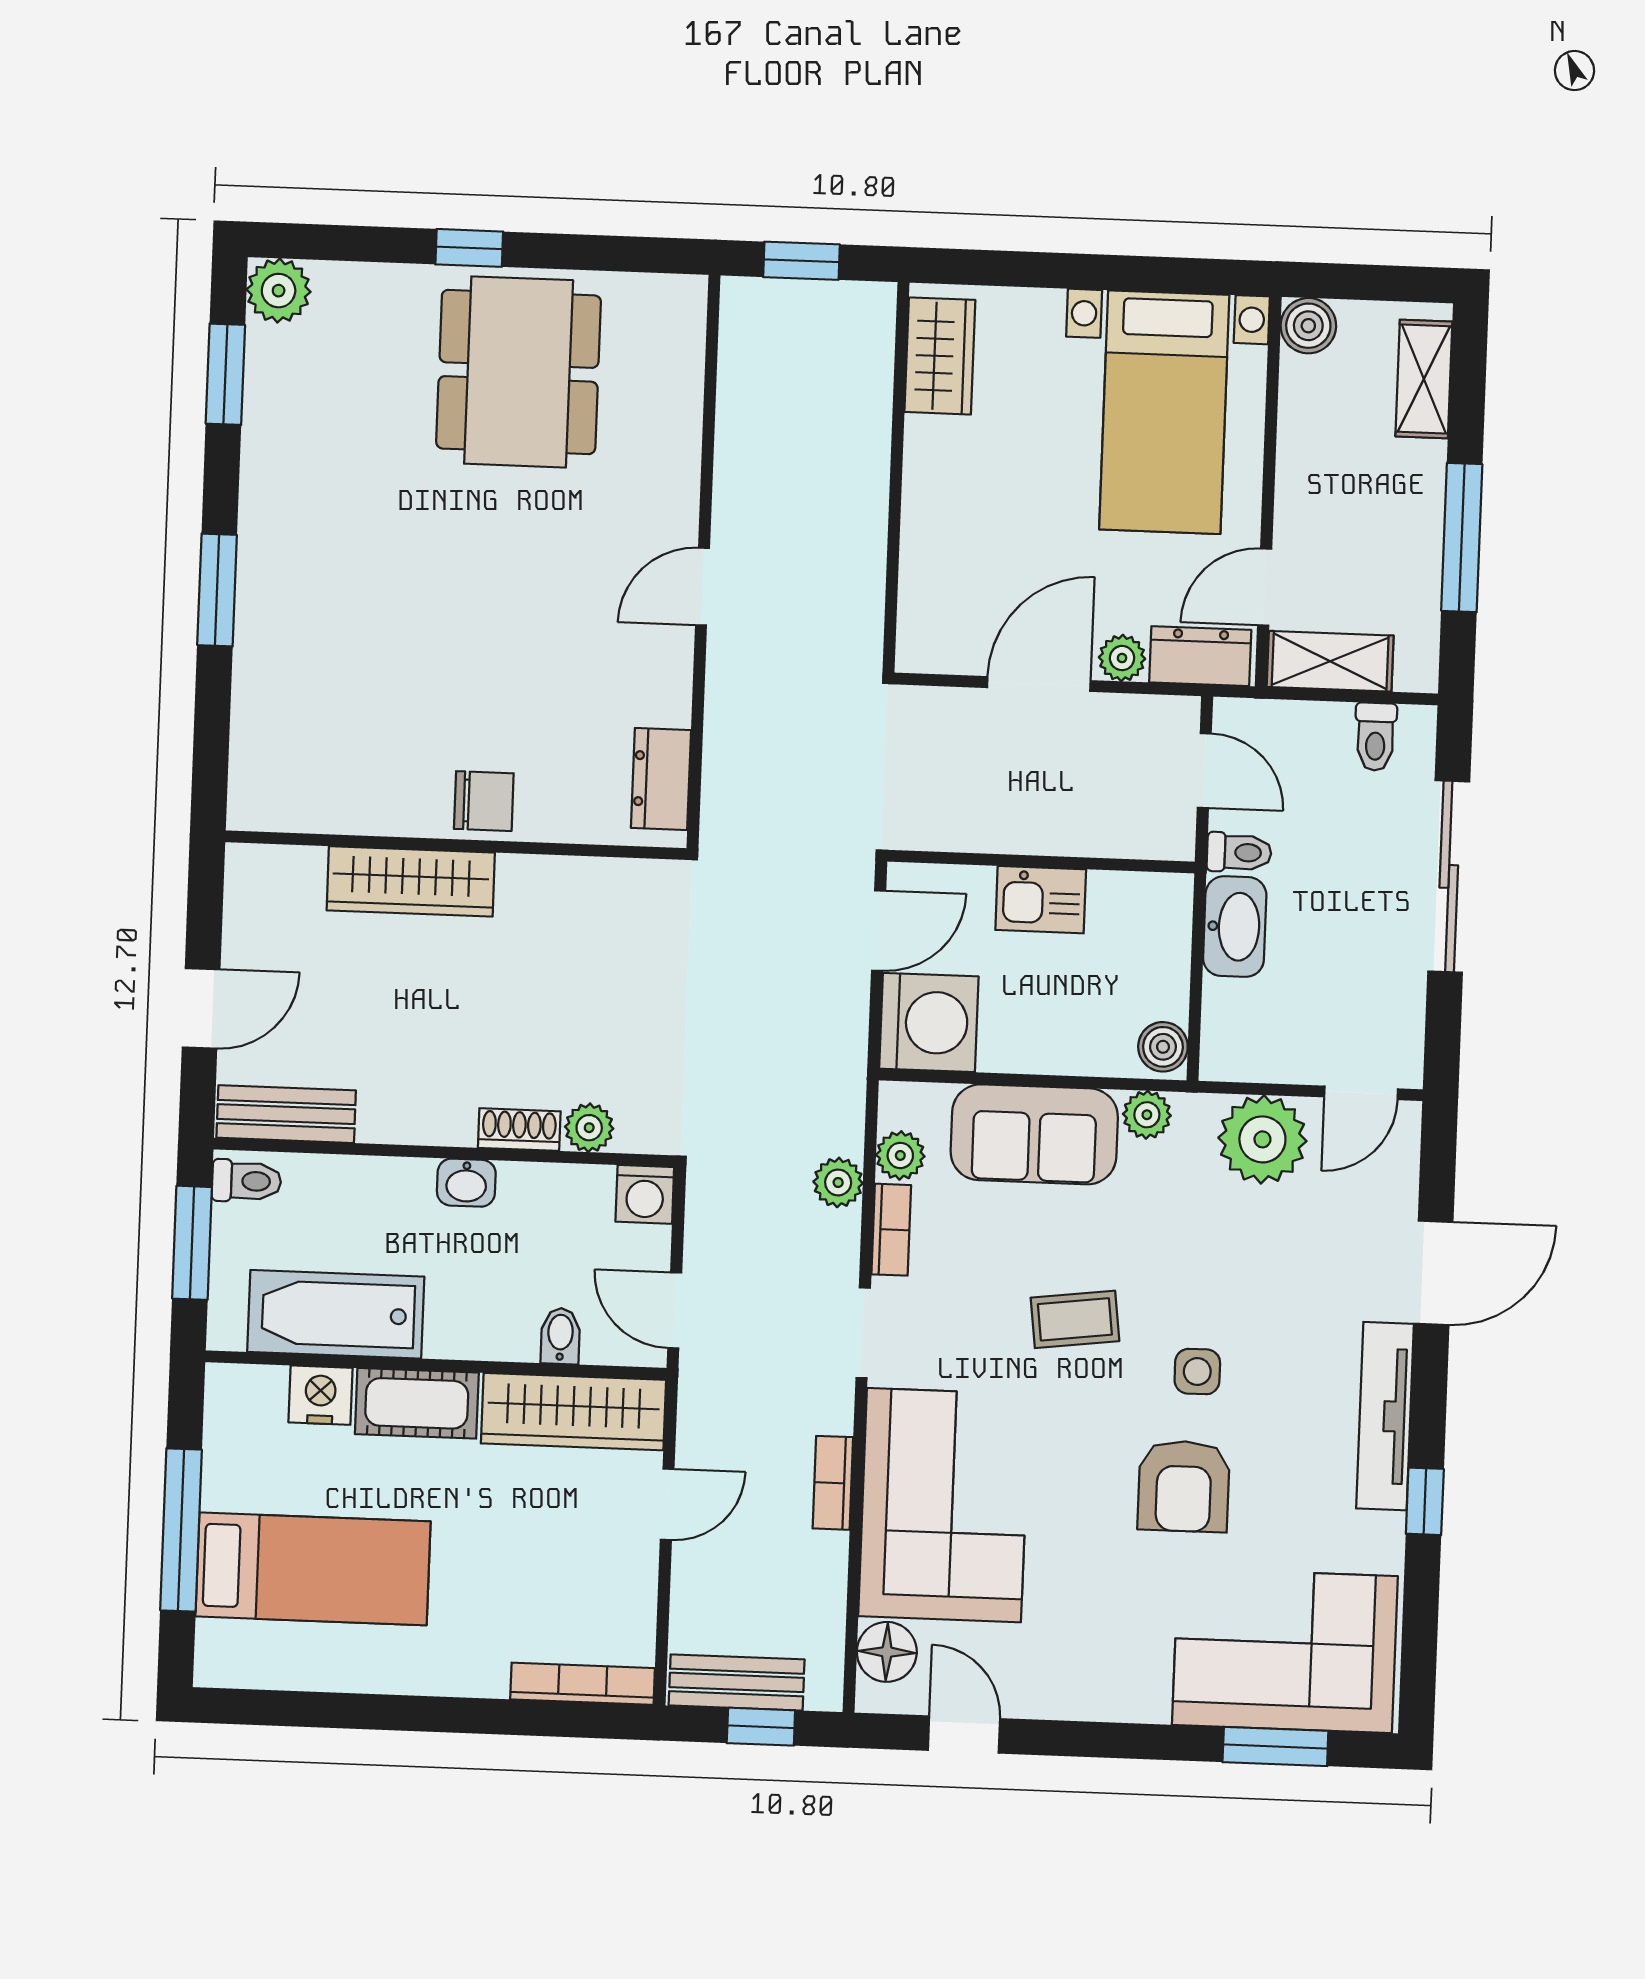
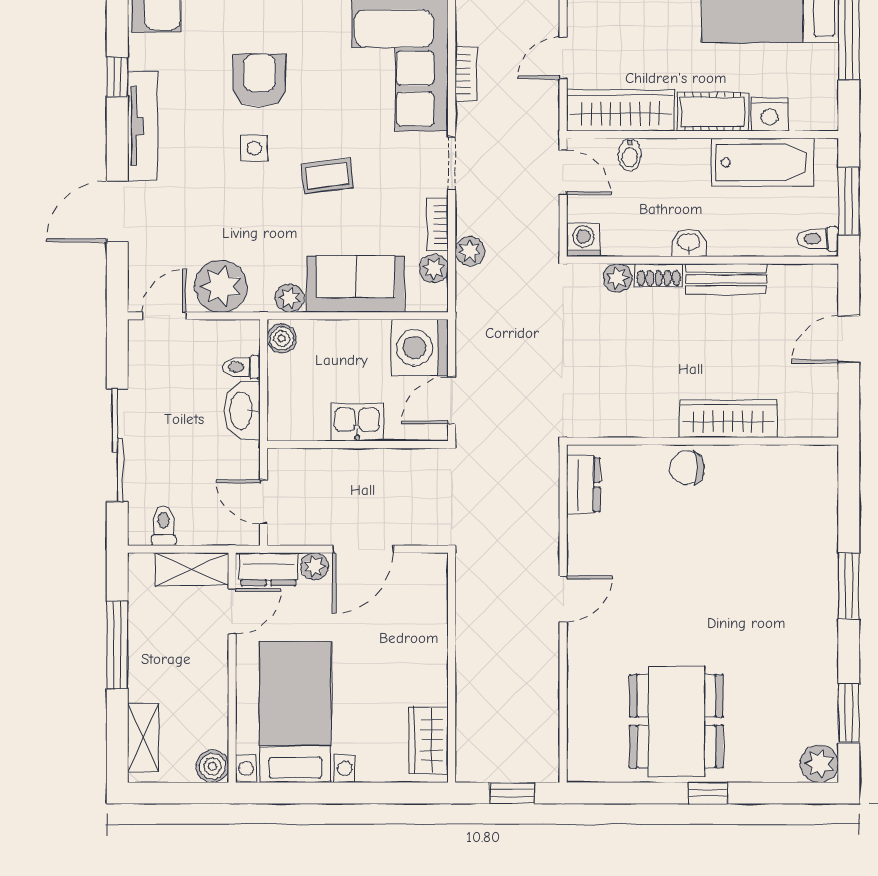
toilet: (1239, 852) -> (241, 367), moved
bench: (286, 1114) -> (726, 279), moved

